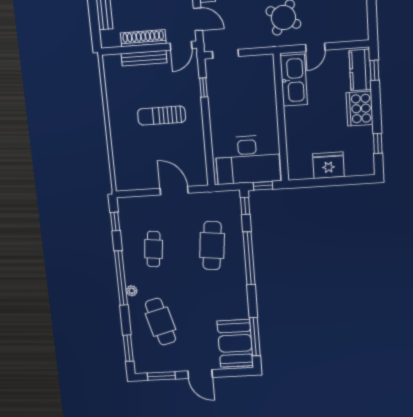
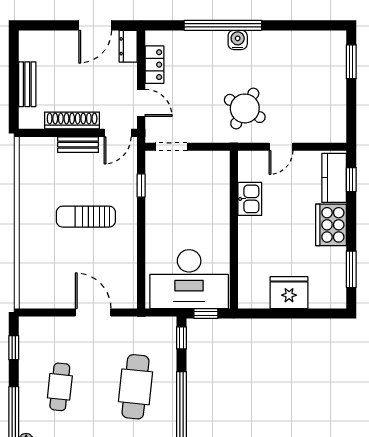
bench: (144, 58) -> (78, 145), width x0.73
kitchen sink: (294, 80) -> (250, 199), width x0.53, depth x0.81
window: (378, 143) -> (351, 269), width x1.50

